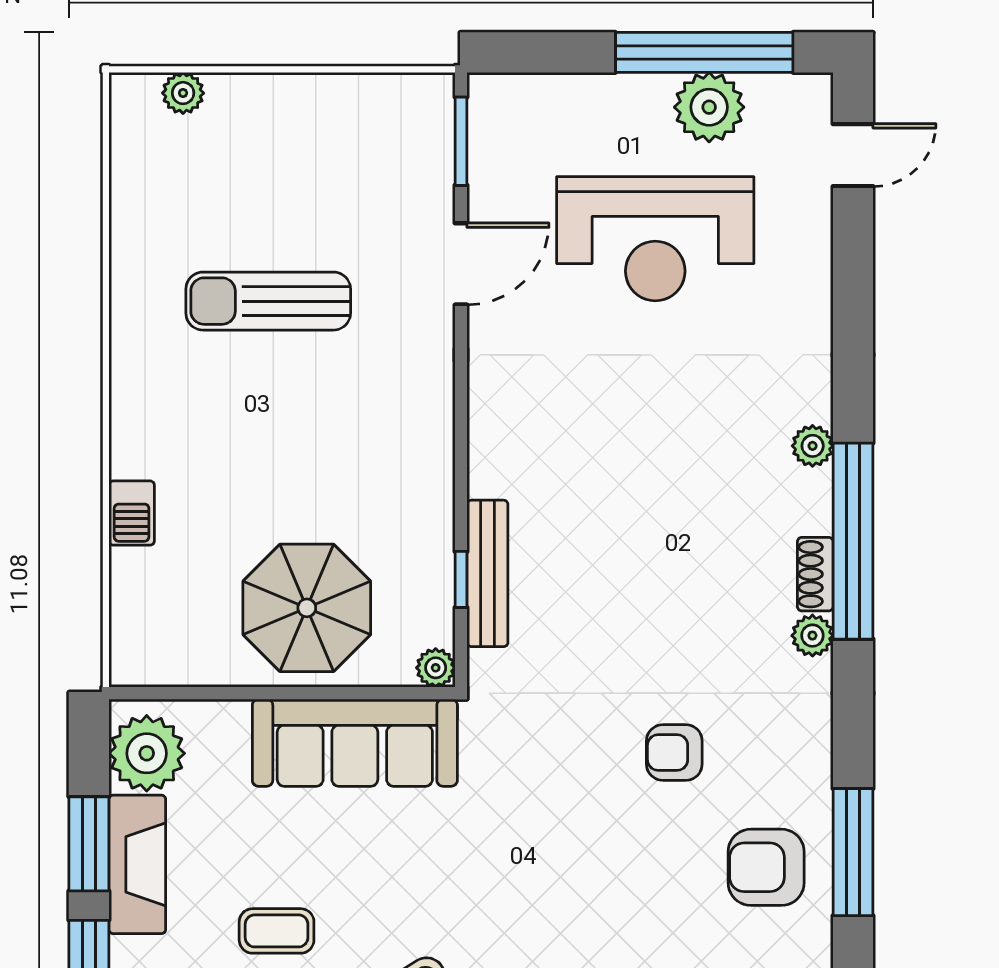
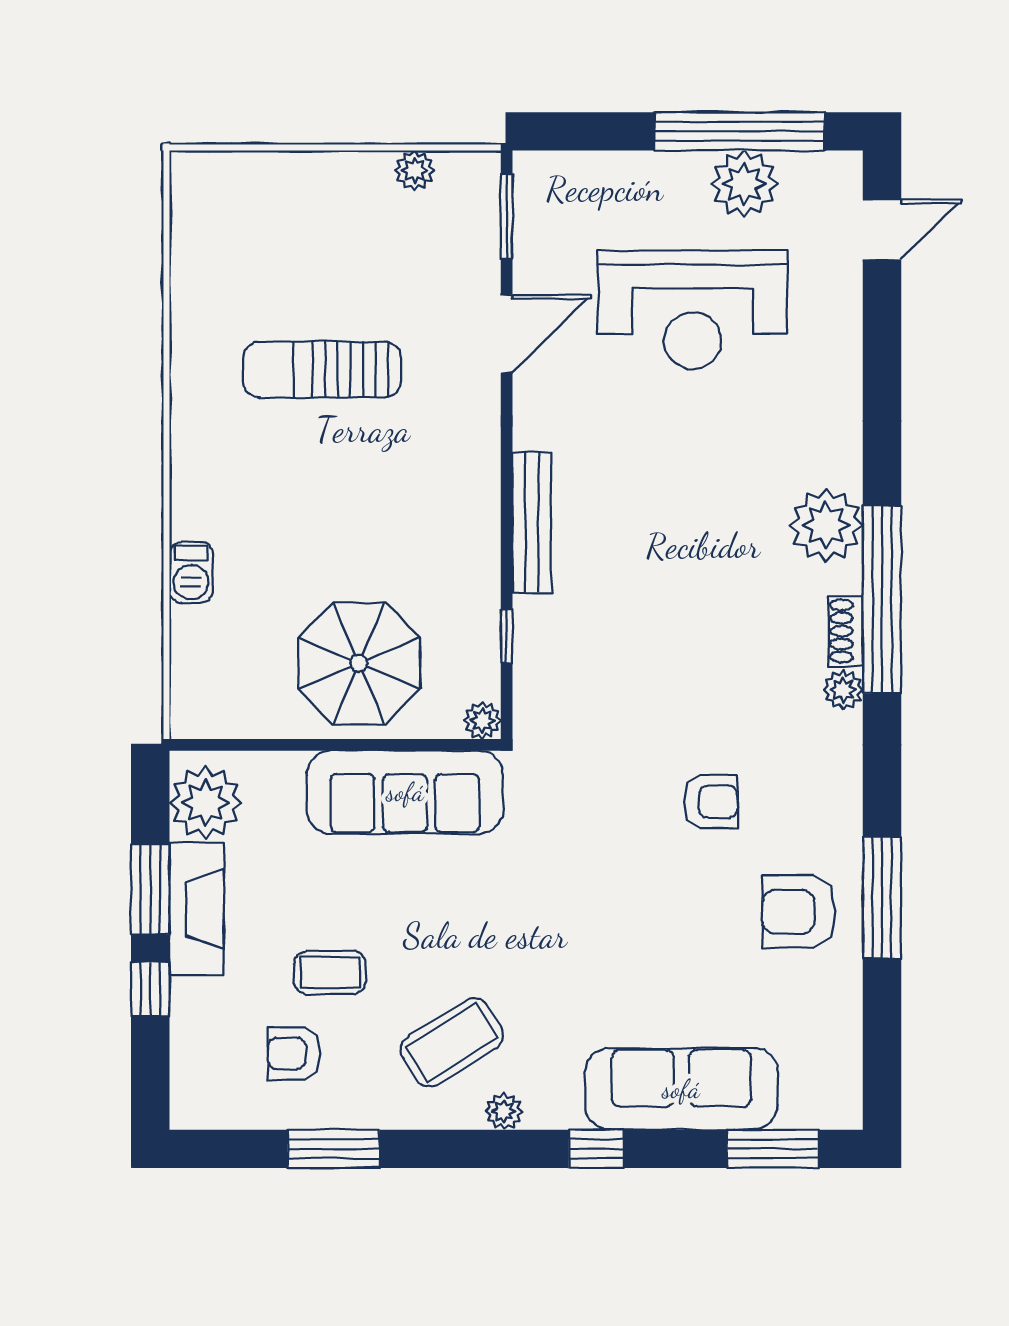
plant: (183, 93) -> (415, 170), moved
plant: (813, 446) -> (826, 525), width x1.87, depth x1.87
bench: (487, 573) -> (532, 523), moved
armchair: (674, 752) -> (711, 802), turned 180

